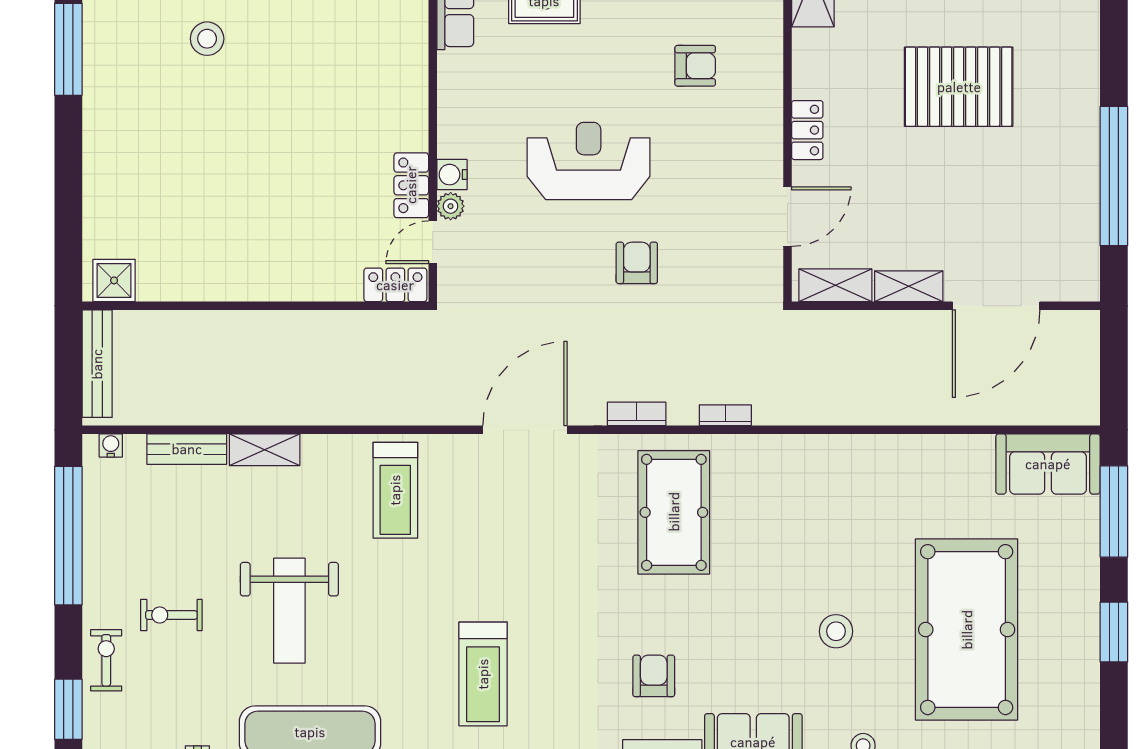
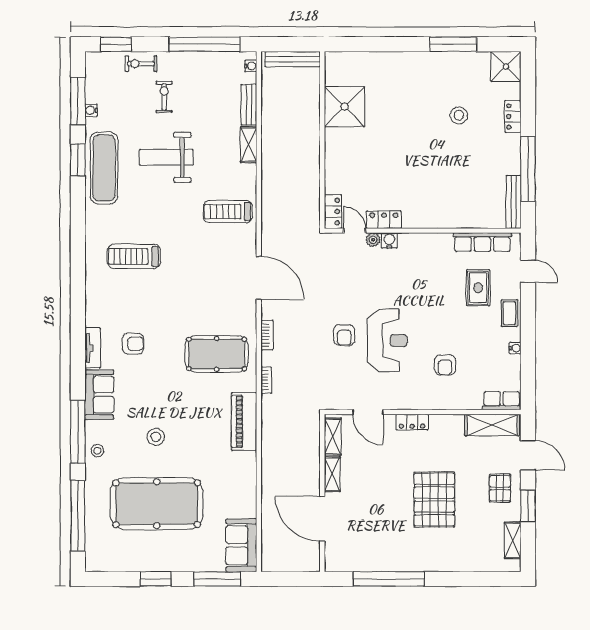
reception desk: (589, 161) -> (387, 340), moved
armchair: (637, 263) -> (344, 335), turned 90
shower: (114, 280) -> (345, 107), moved, width x1.86, depth x1.86
piano: (806, 459) -> (244, 421), added
exercise bike: (106, 660) -> (141, 64), turned 180

